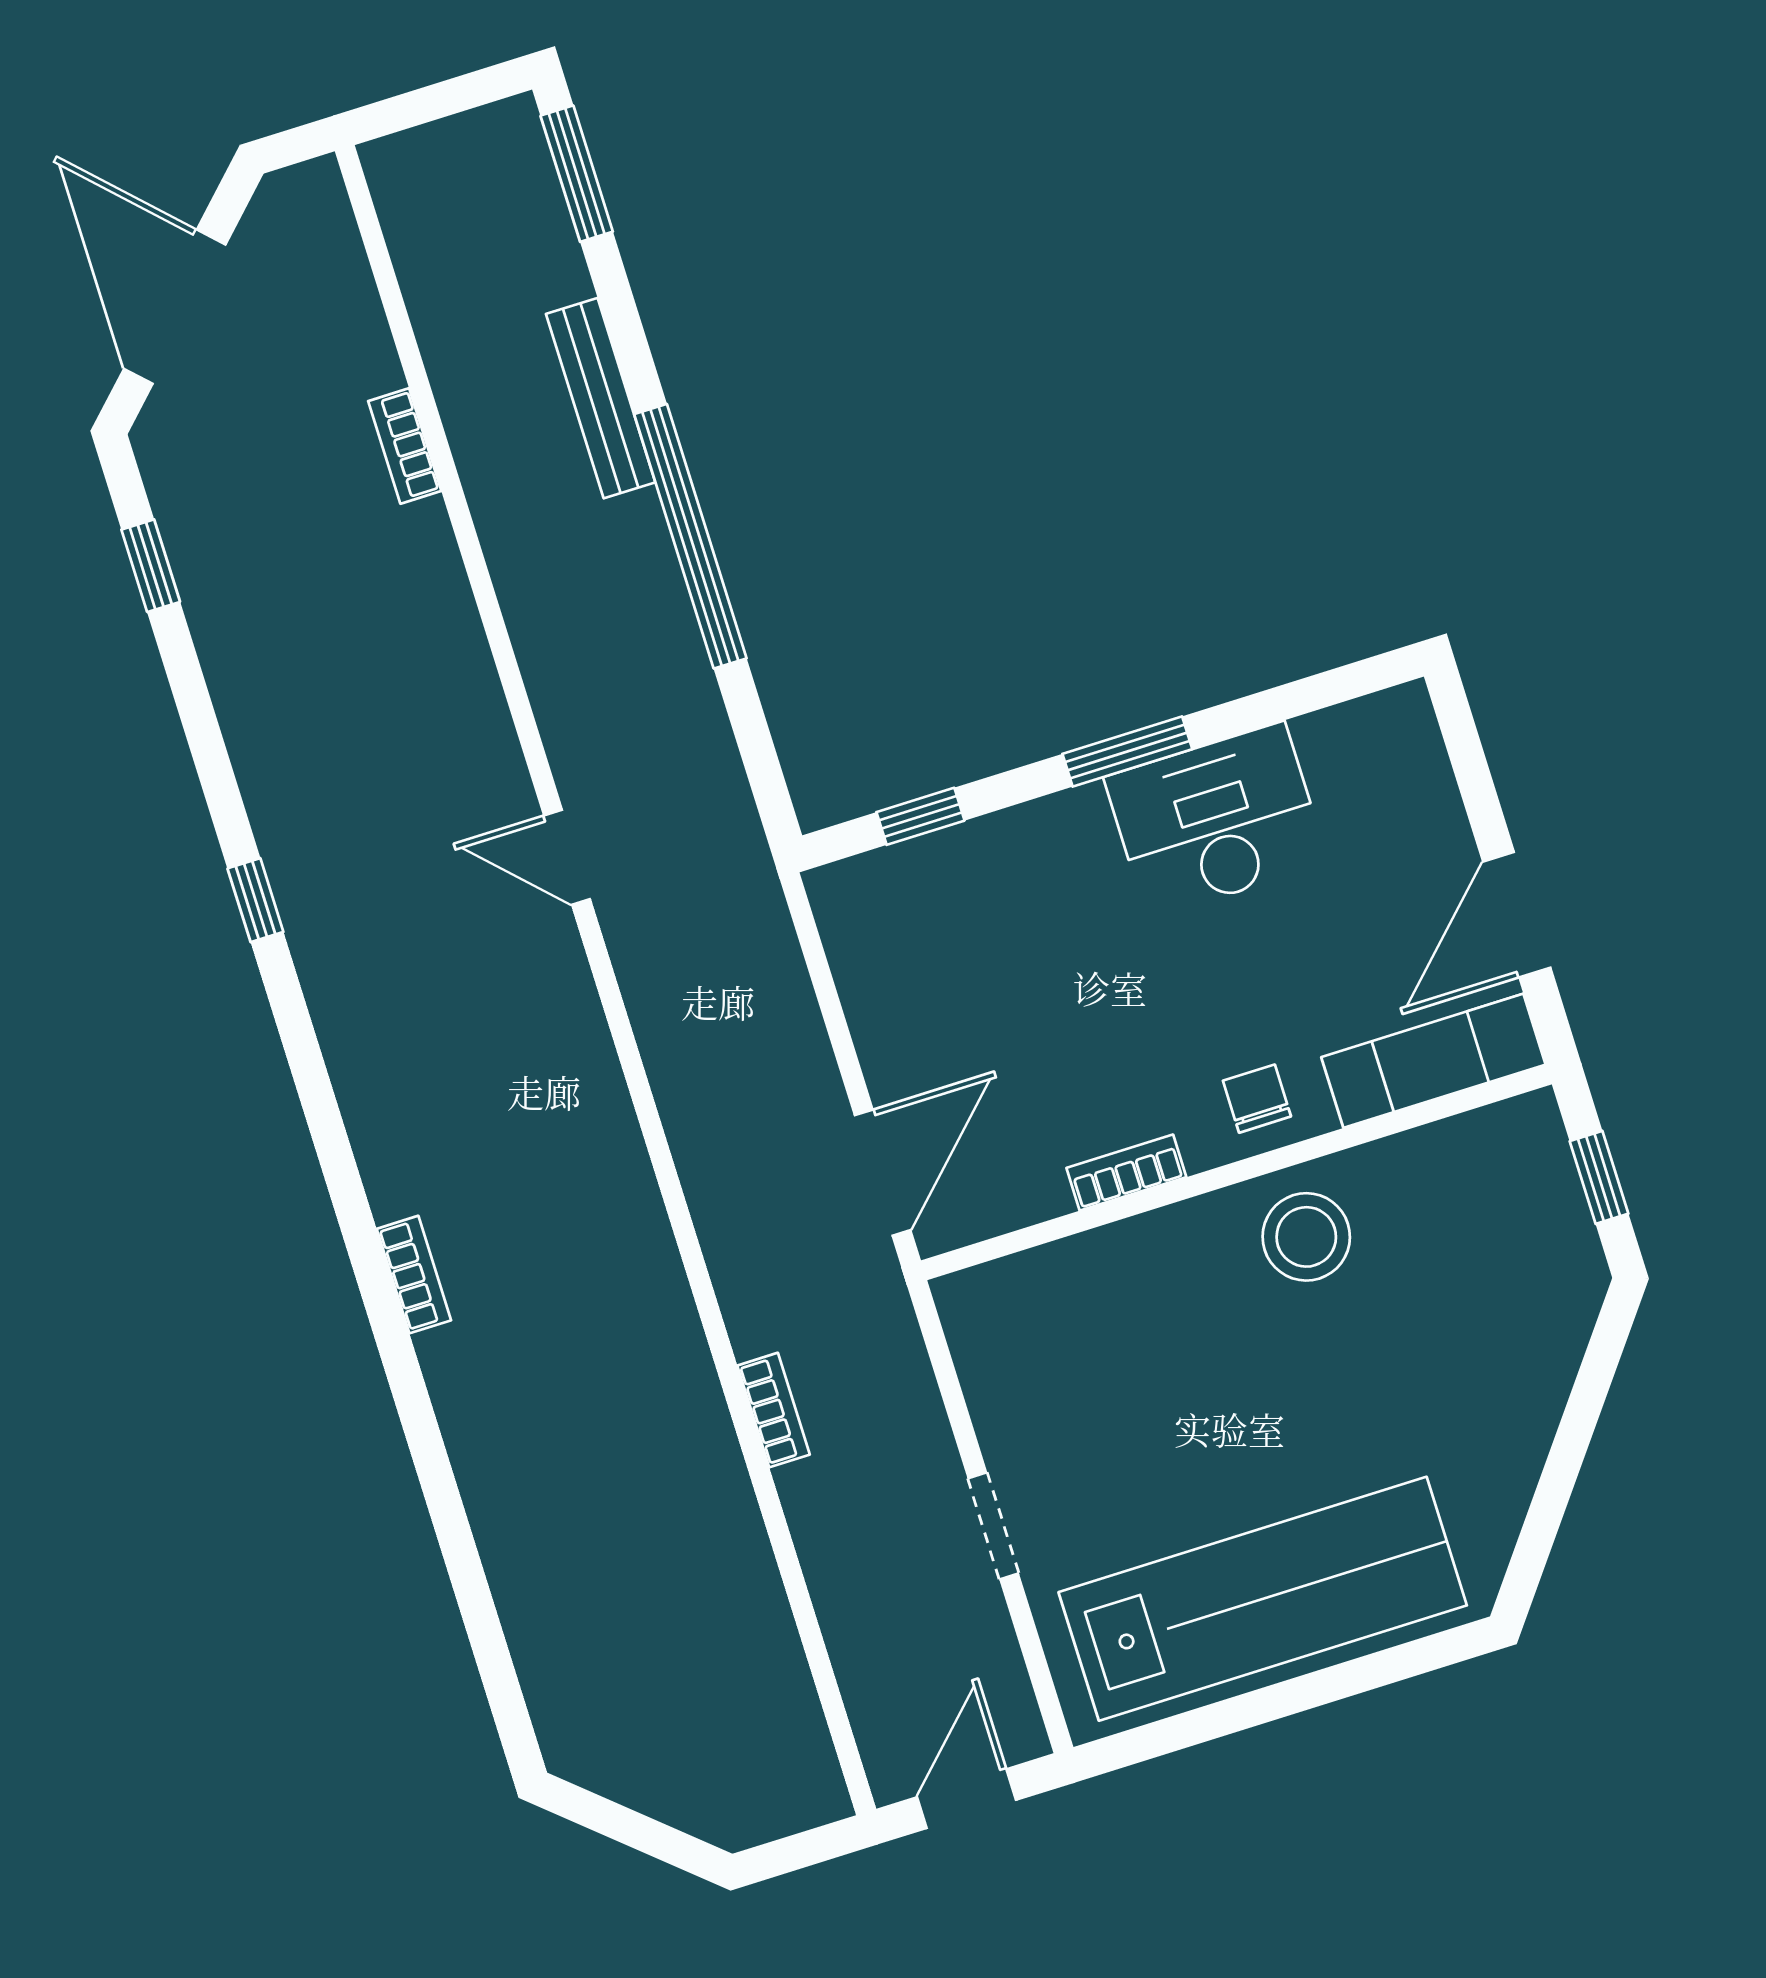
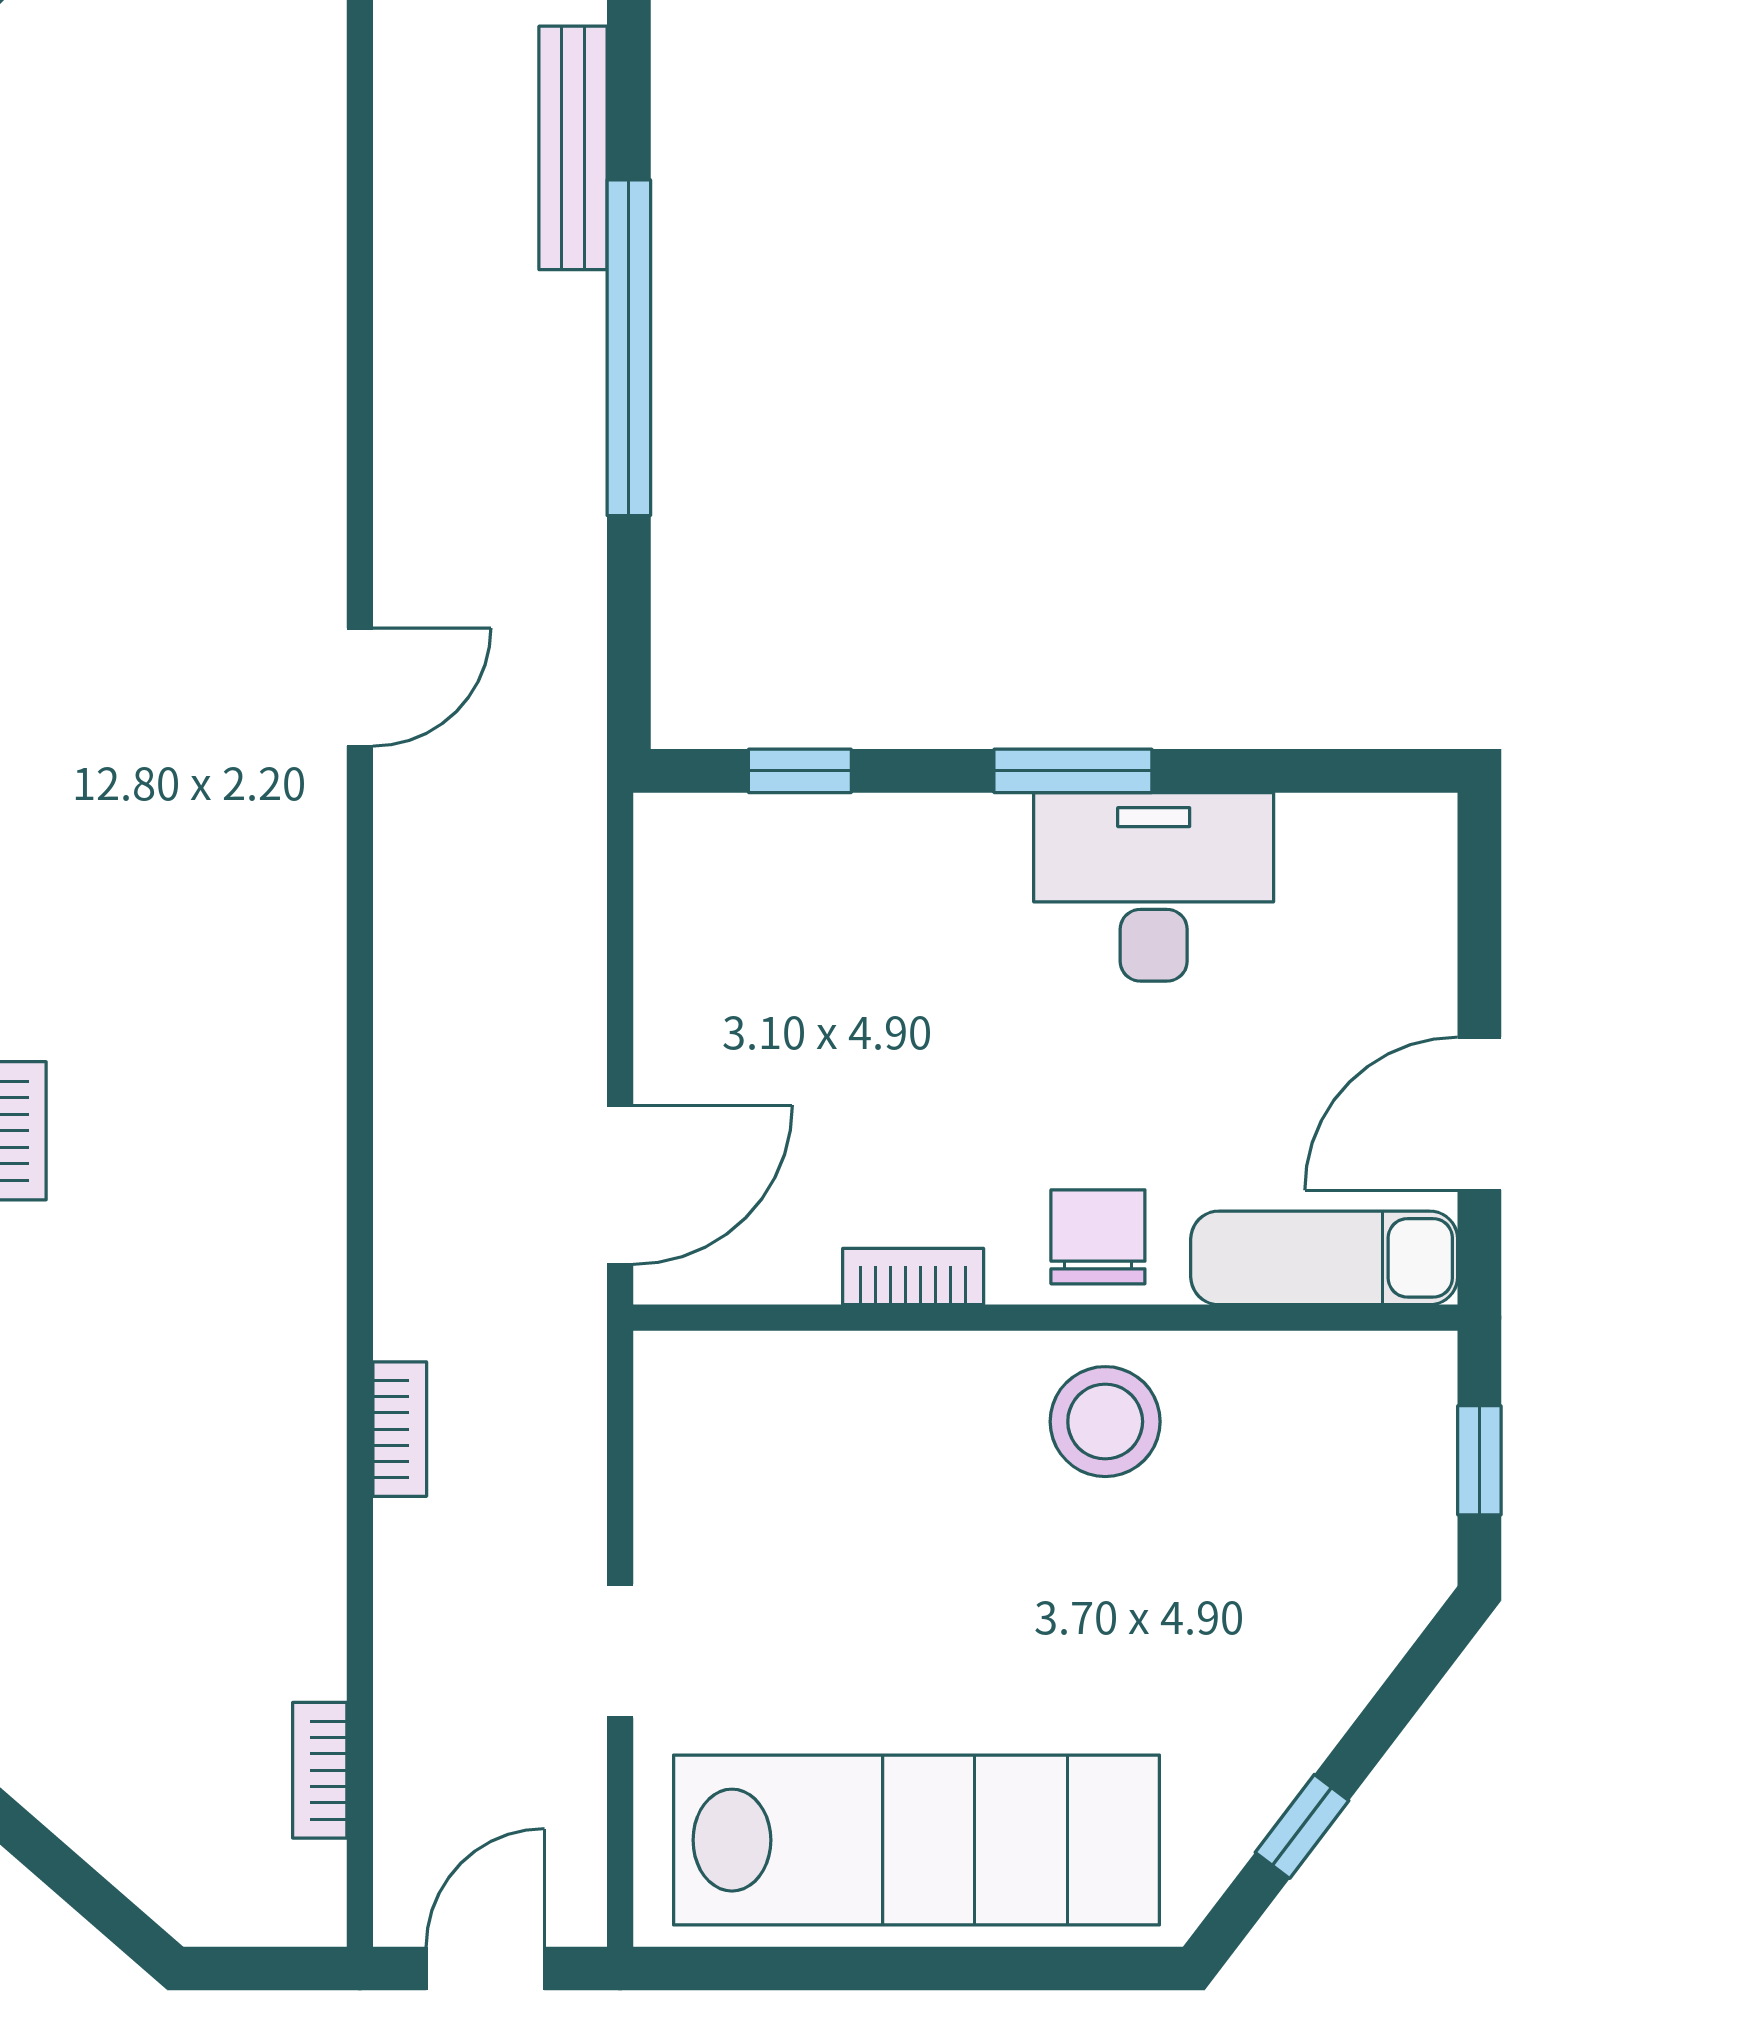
bookcase: (405, 446) -> (320, 1770), moved
door: (567, 857) -> (360, 687), swing flipped
chair: (1257, 1099) -> (1098, 1237), width x1.37, depth x1.37
window: (1552, 1497) -> (1302, 1826), added

